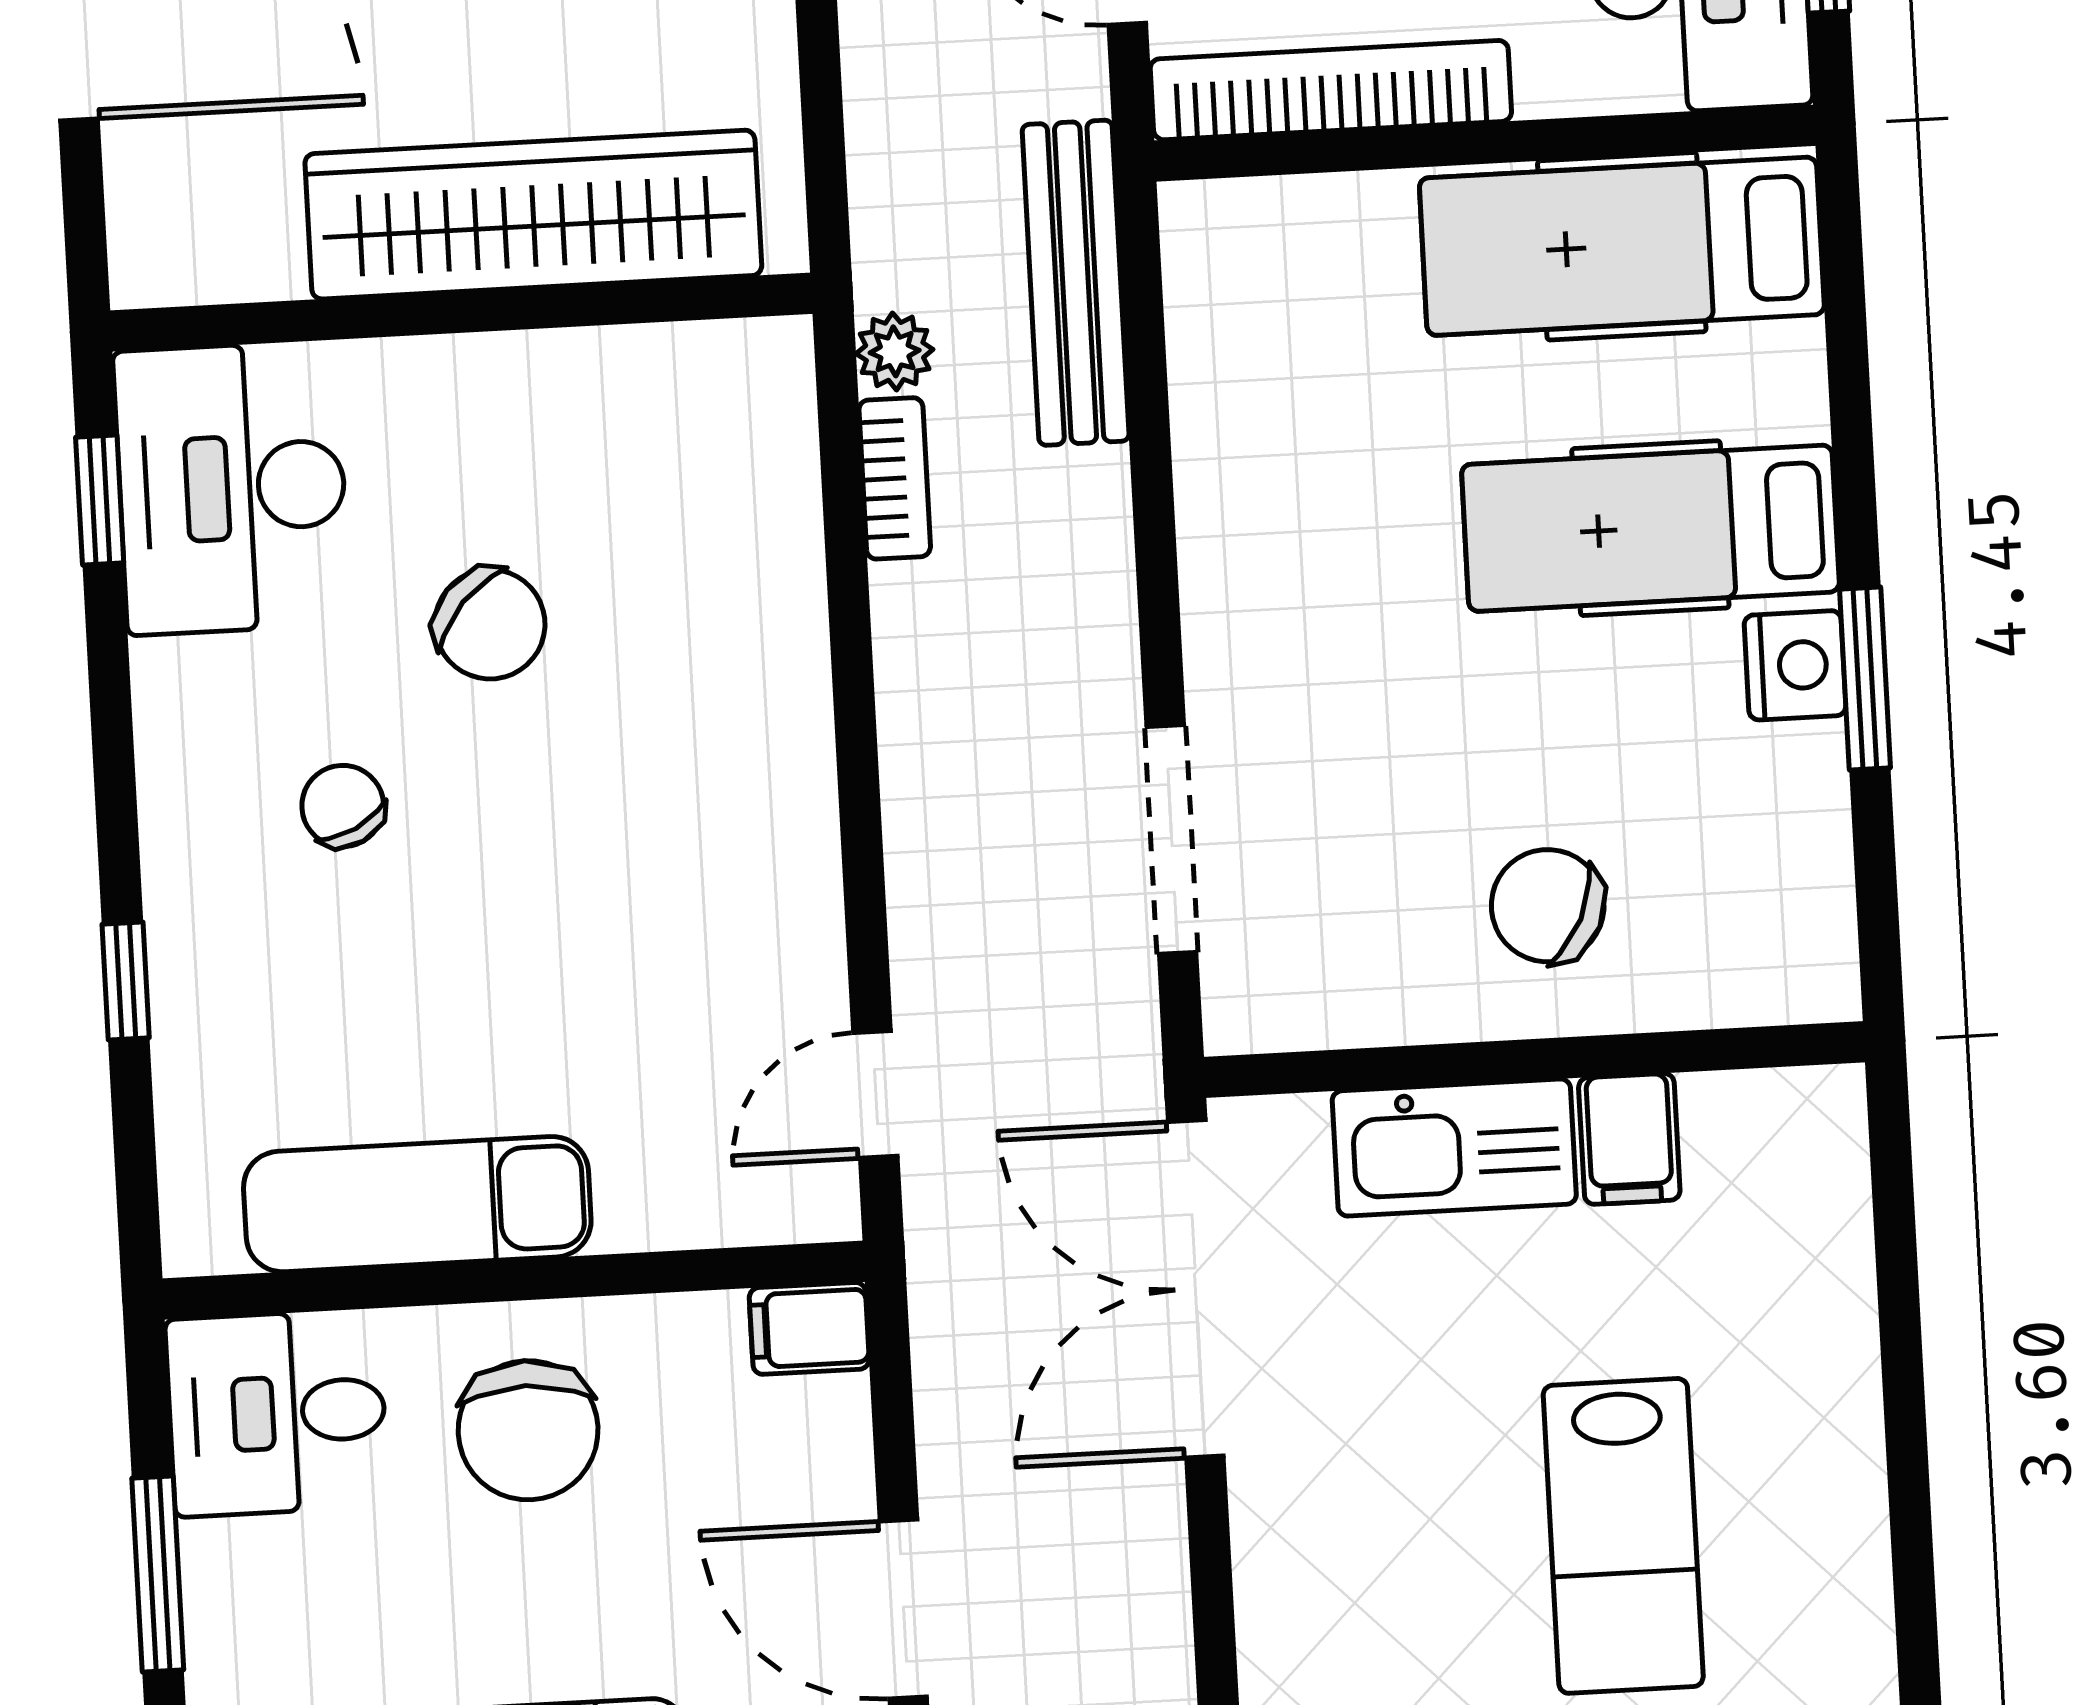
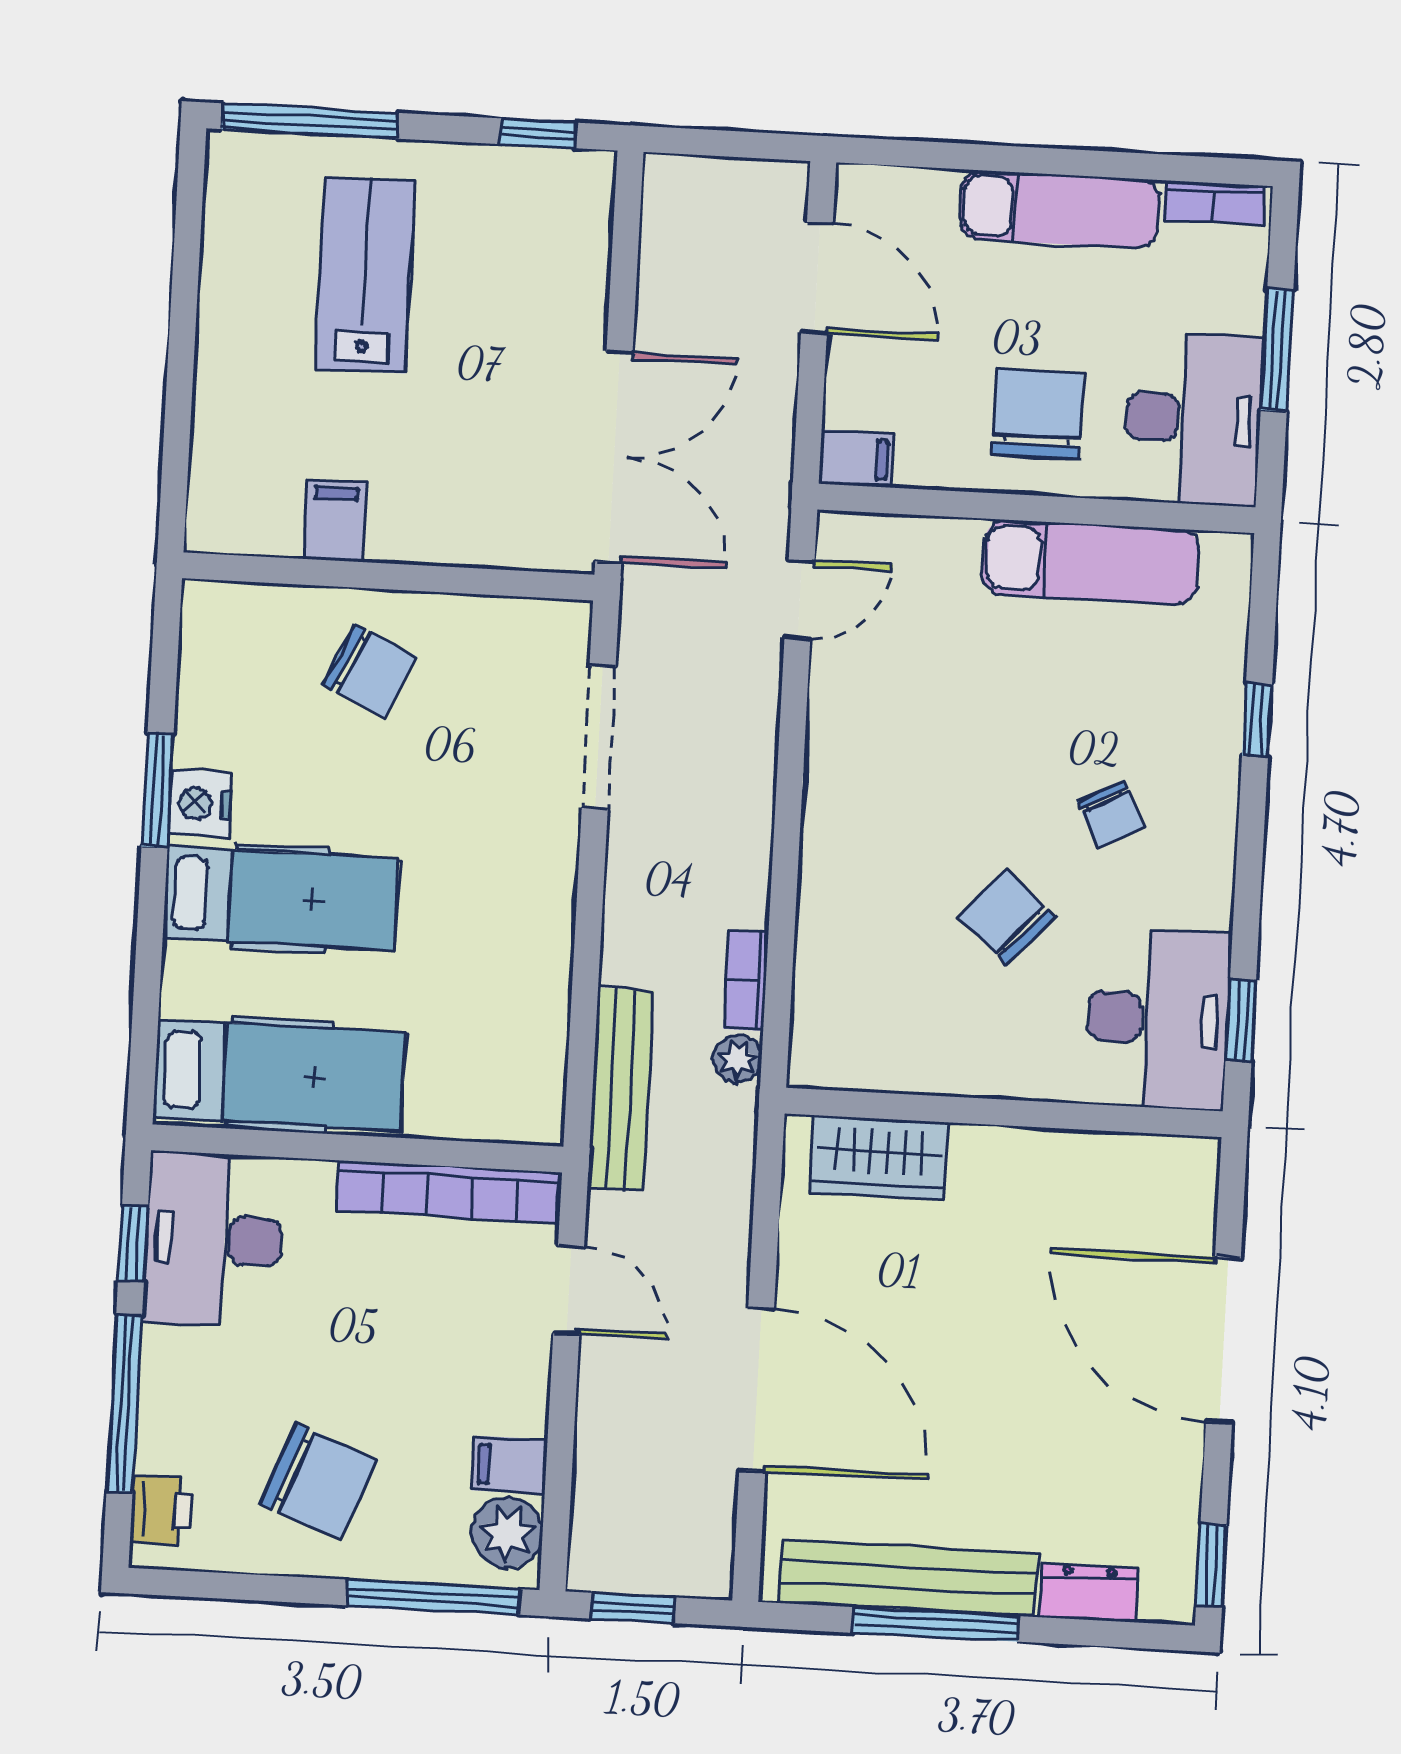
wardrobe: (533, 215) -> (879, 1158), width x0.48, depth x0.85
kitchen sink: (1454, 1148) -> (444, 527), removed
desk: (277, 1413) -> (1194, 419), width x1.37

